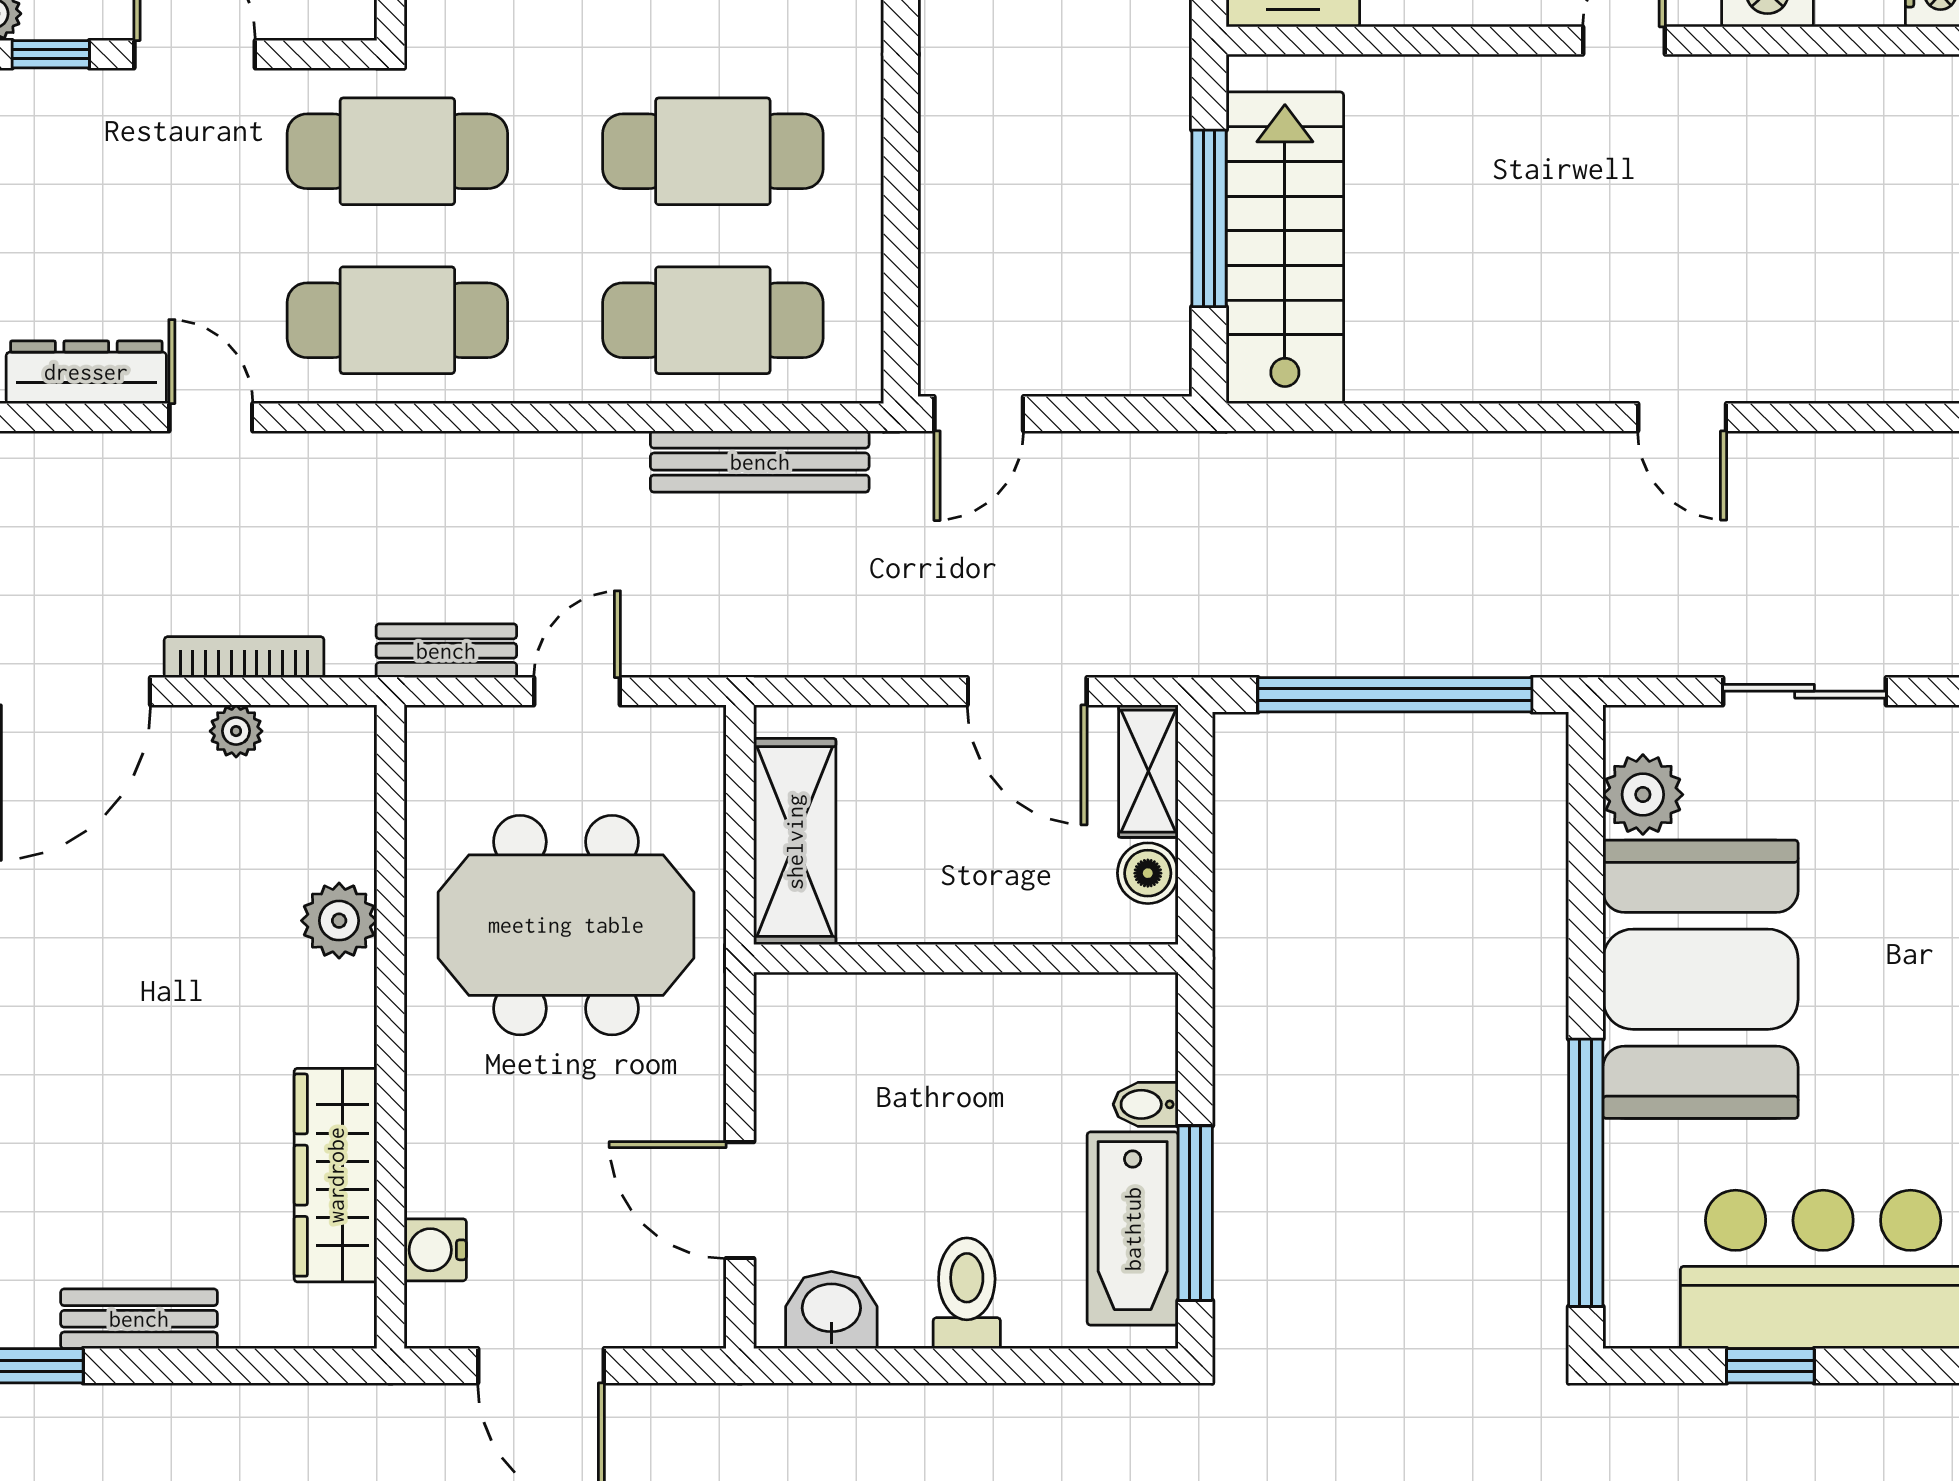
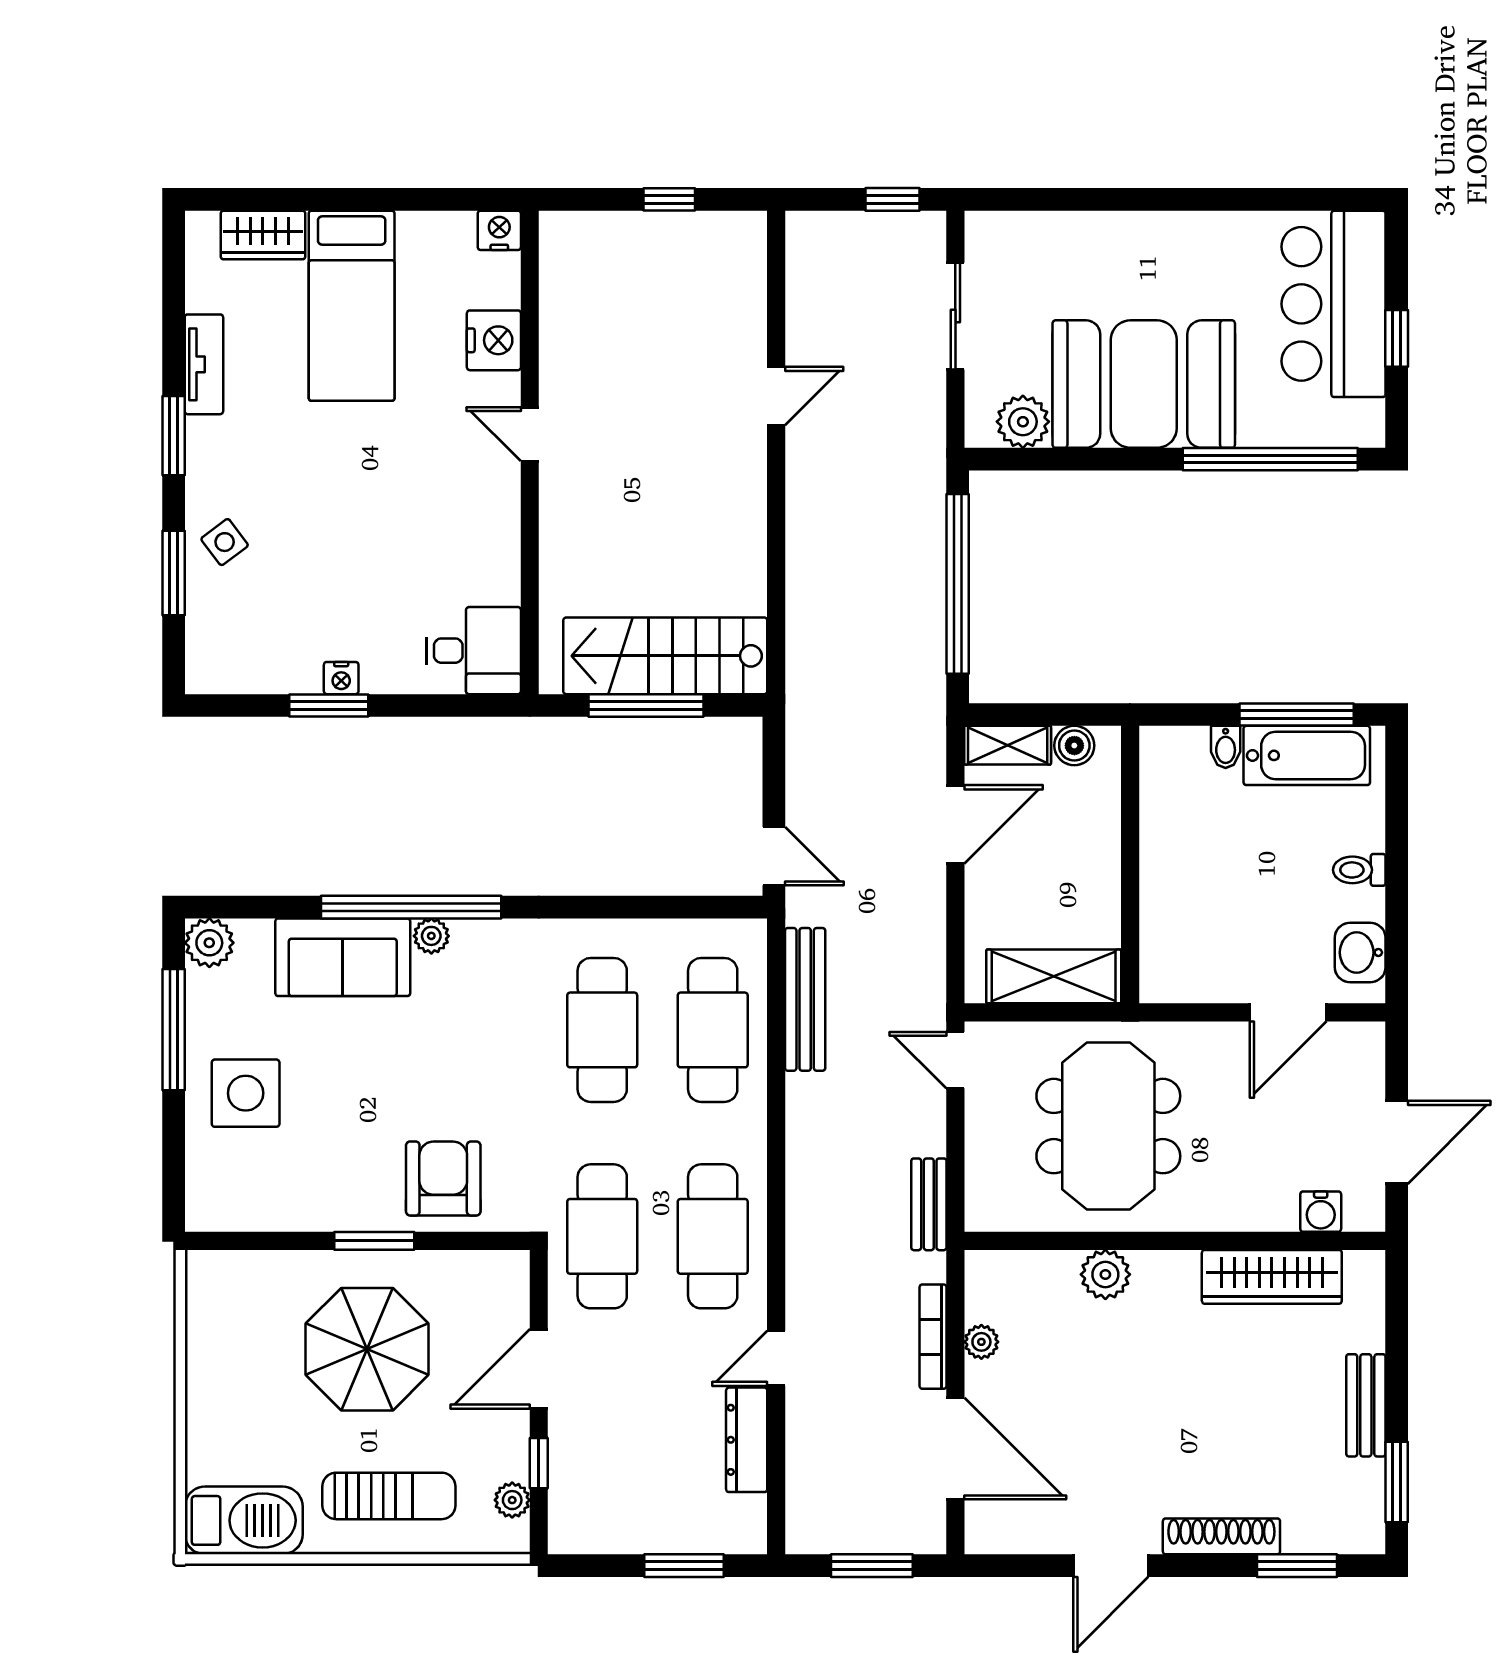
door: (577, 691) -> (955, 1060), moved
toilet: (967, 1293) -> (1359, 870), width x0.73, depth x0.72

